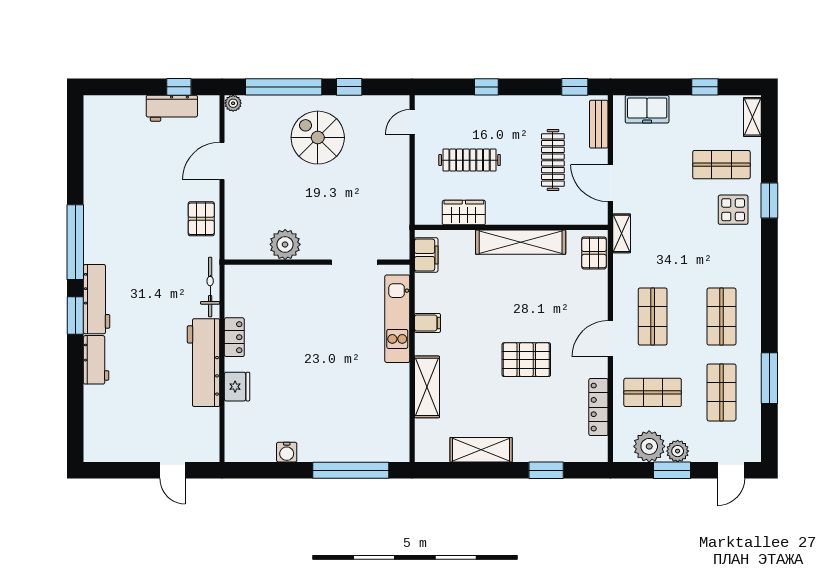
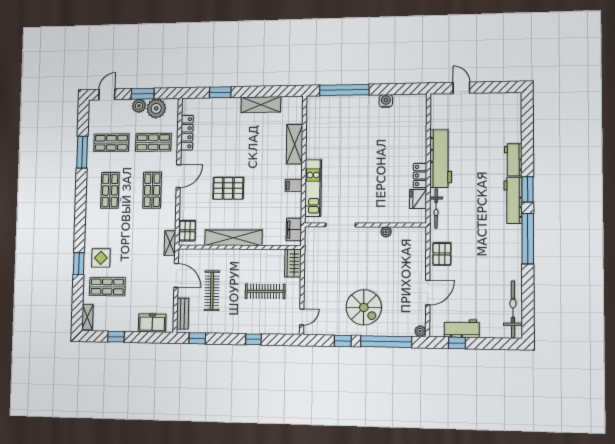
bicycle: (97, 138) -> (513, 309), added
wardrobe: (464, 213) -> (293, 263), moved, turned 90
plant: (285, 244) -> (386, 232), width x0.53, depth x0.53
pallet: (526, 360) -> (228, 188), moved
fridge: (237, 387) -> (418, 199), moved
shop shelf: (721, 392) -> (111, 143), turned 90

